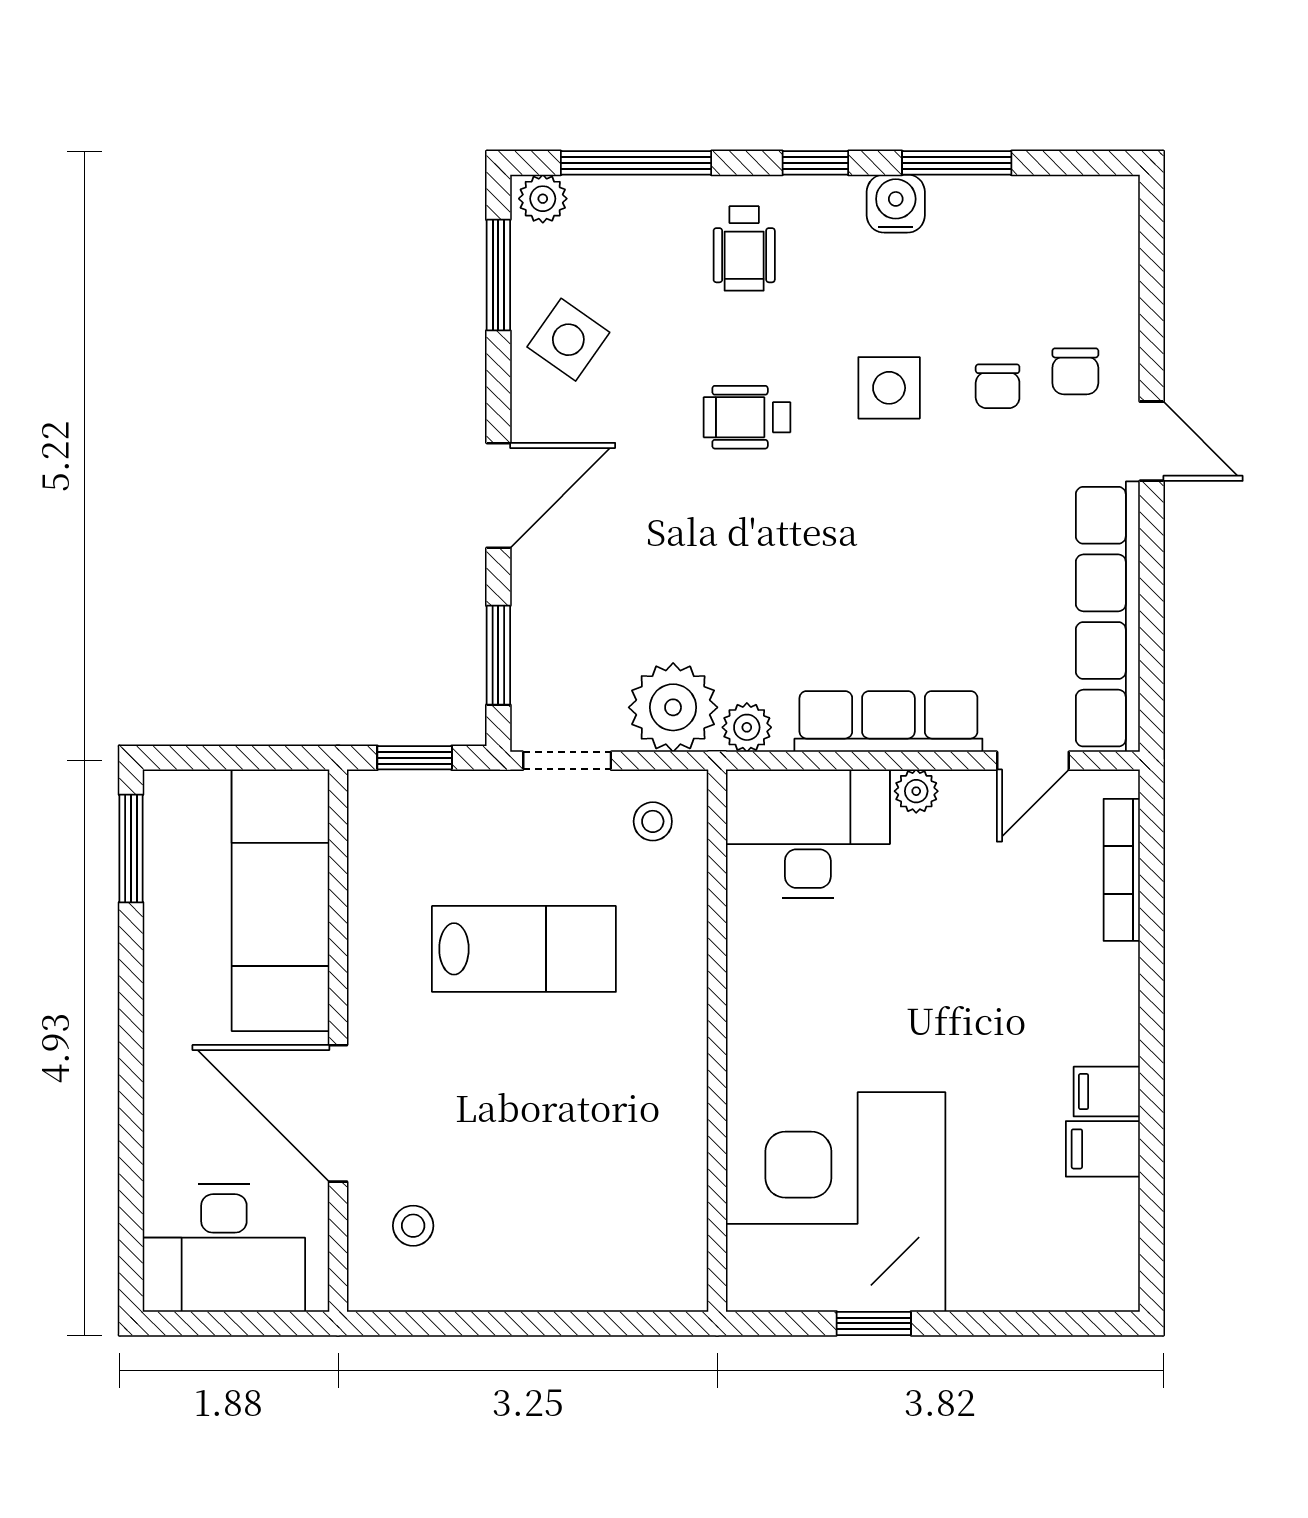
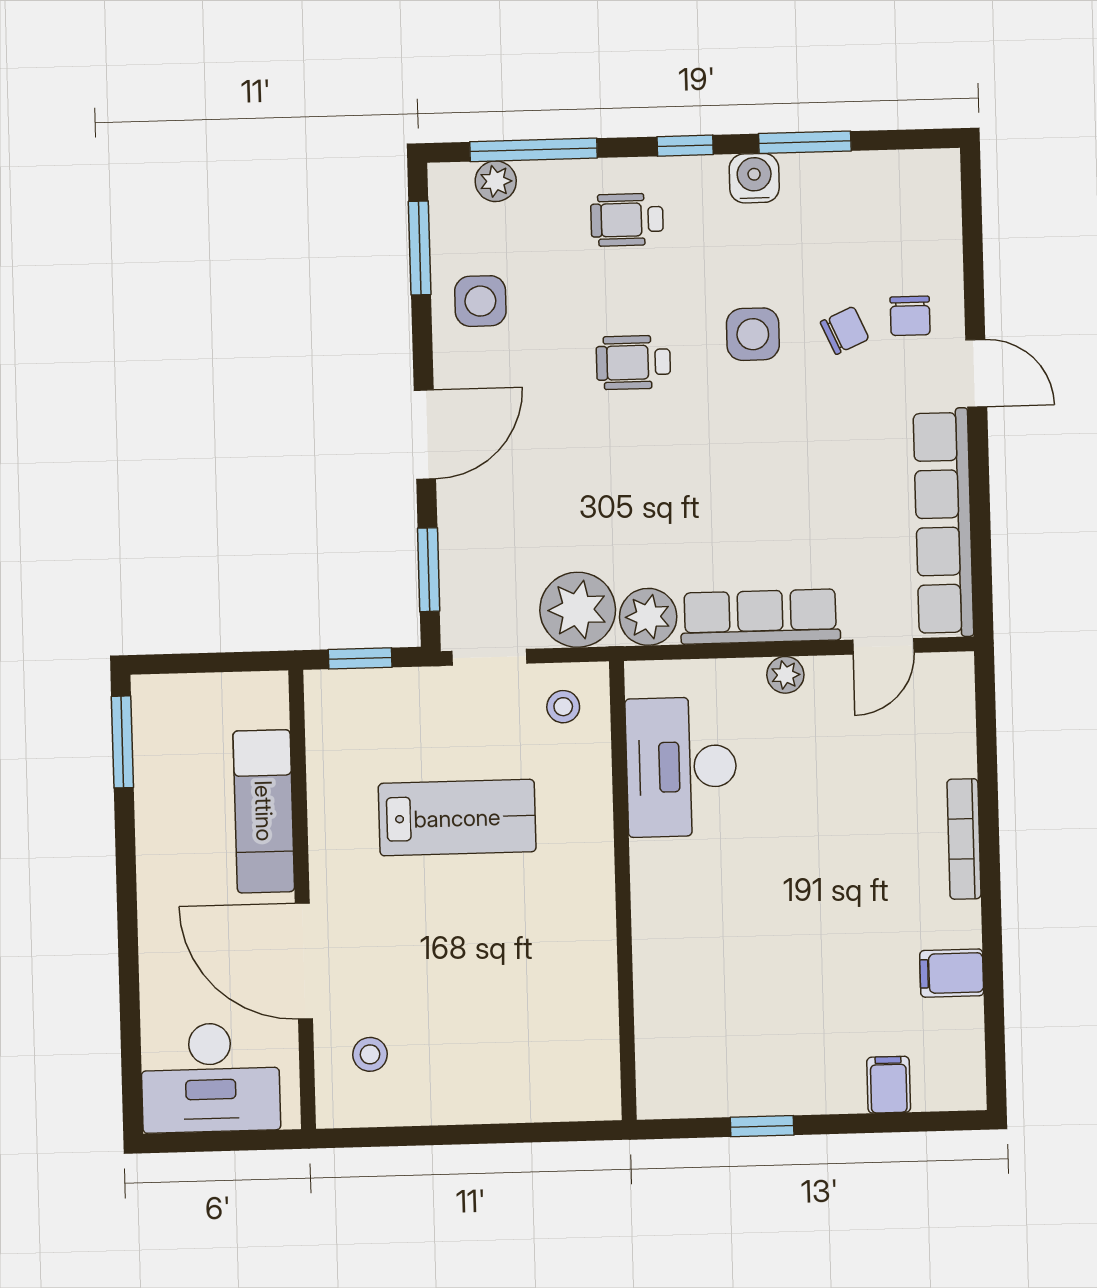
plant: (543, 199) -> (496, 181), moved
wheelchair: (744, 248) -> (627, 220), turned 90
side table: (568, 340) -> (480, 301), turned -35
chair: (998, 386) -> (845, 330), turned -114
plant: (747, 727) -> (648, 617), width x1.38, depth x1.38
desk: (808, 834) -> (681, 767), moved, turned -90
bookcase: (1122, 870) -> (964, 839), moved
exam couch: (280, 900) -> (264, 811), width x0.73, depth x0.69
filing cabinet: (1107, 1092) -> (889, 1085), moved, turned 90
corner desk: (836, 1202) -> (727, 1024), removed

